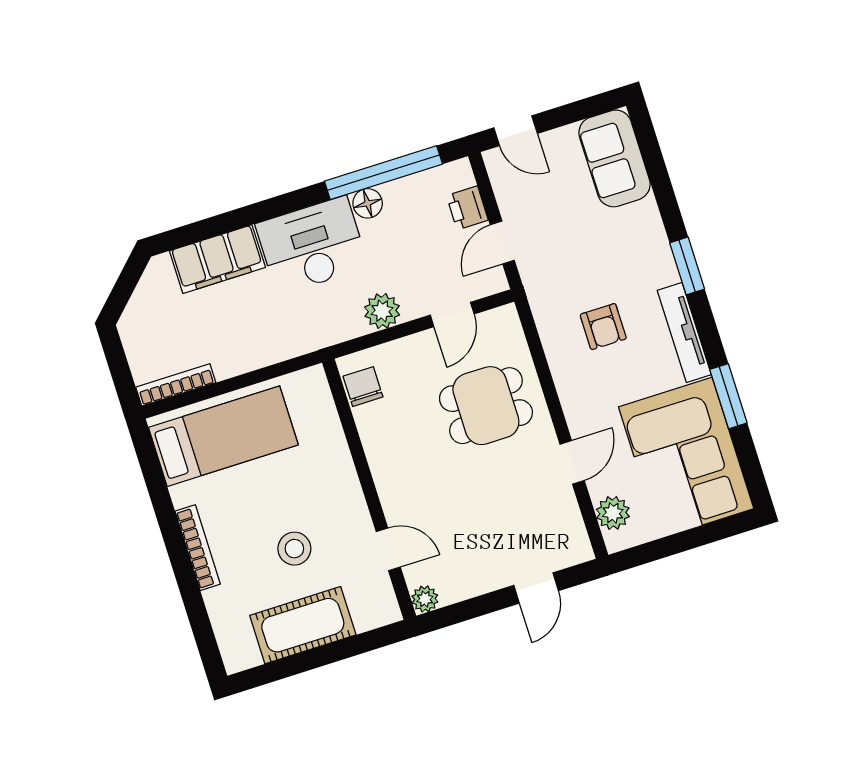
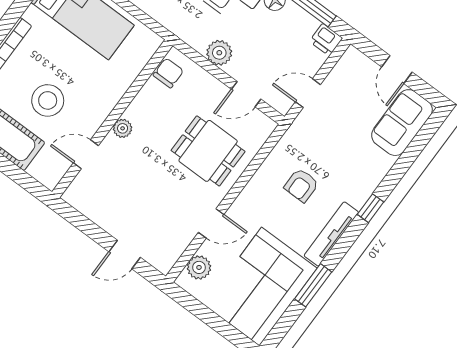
door: (516, 131) -> (397, 69), moved
printer: (467, 208) -> (326, 40), moved, turned -90
window: (687, 266) -> (370, 208), width x0.67
stool: (294, 549) -> (48, 100), width x1.38, depth x1.38
door: (388, 549) -> (86, 154), swing flipped
plant: (425, 599) -> (123, 128), moved

